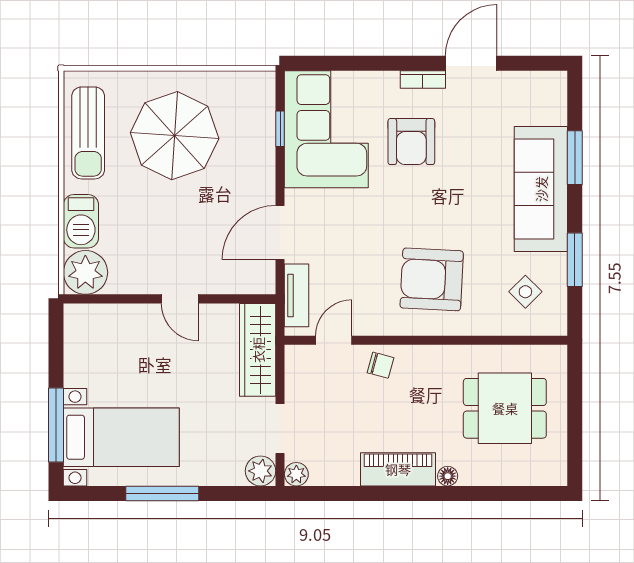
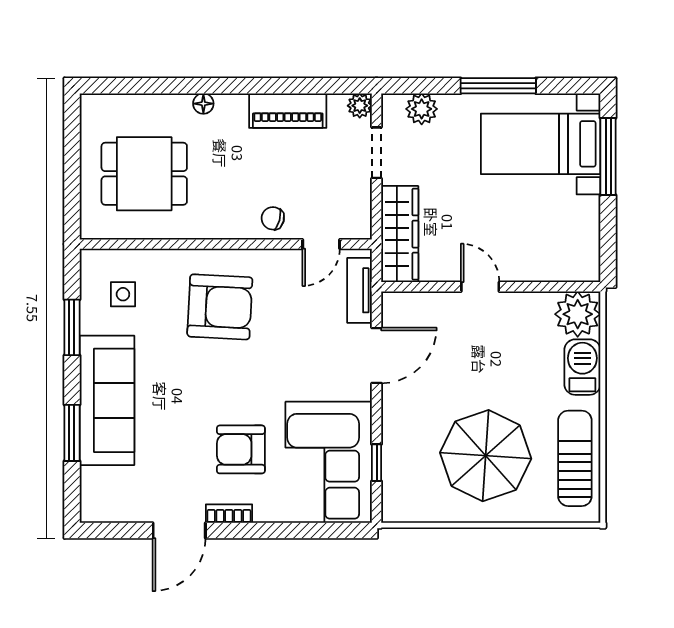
armchair: (411, 142) -> (241, 449), turned -90
side table: (525, 292) -> (123, 294), turned 45
piano: (398, 469) -> (288, 111), moved
plant: (261, 471) -> (422, 109), moved

